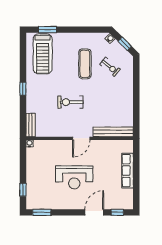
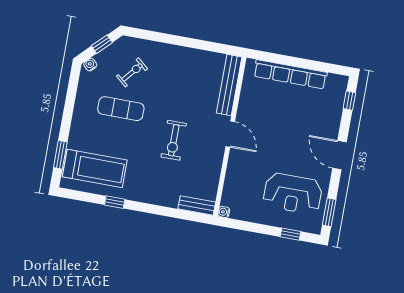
window: (23, 89) -> (115, 202), moved
row of seats: (127, 171) -> (290, 74), width x1.36
reception desk: (74, 177) -> (293, 194), moved, turned 90
door: (94, 212) -> (339, 155), moved

